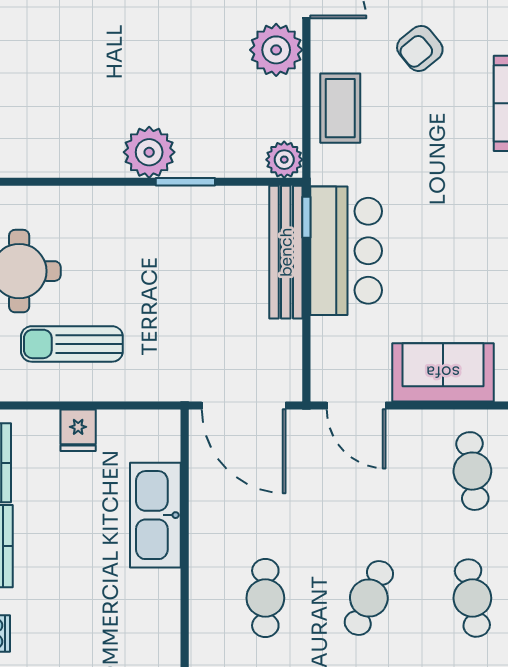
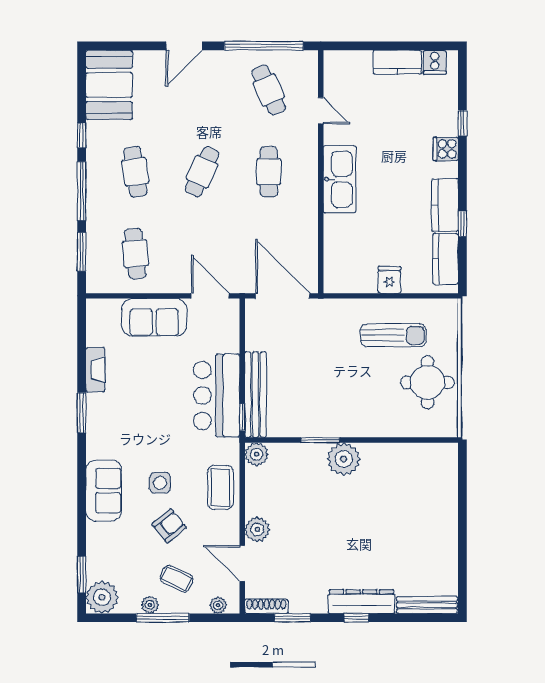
plant: (276, 50) -> (257, 529), width x0.73, depth x0.73
side table: (434, 115) -> (160, 483), added
kitchen sink: (155, 515) -> (340, 179), moved

